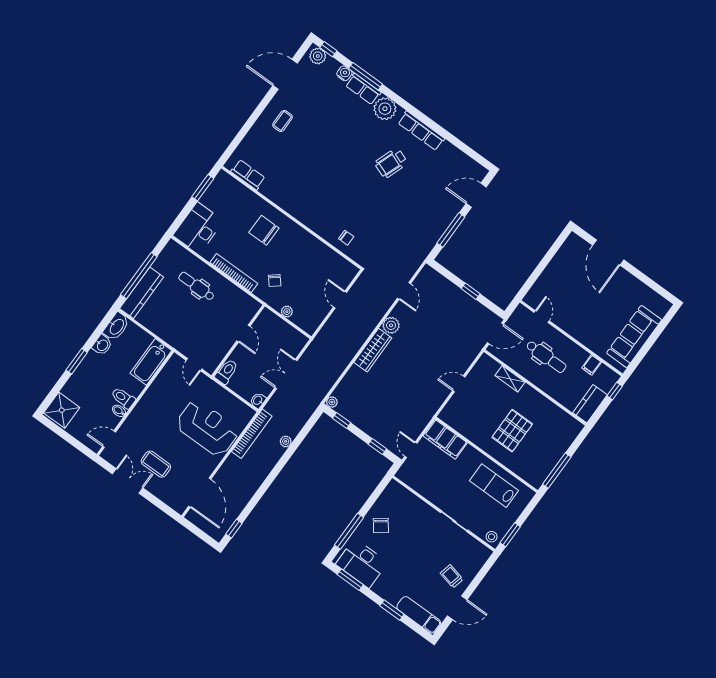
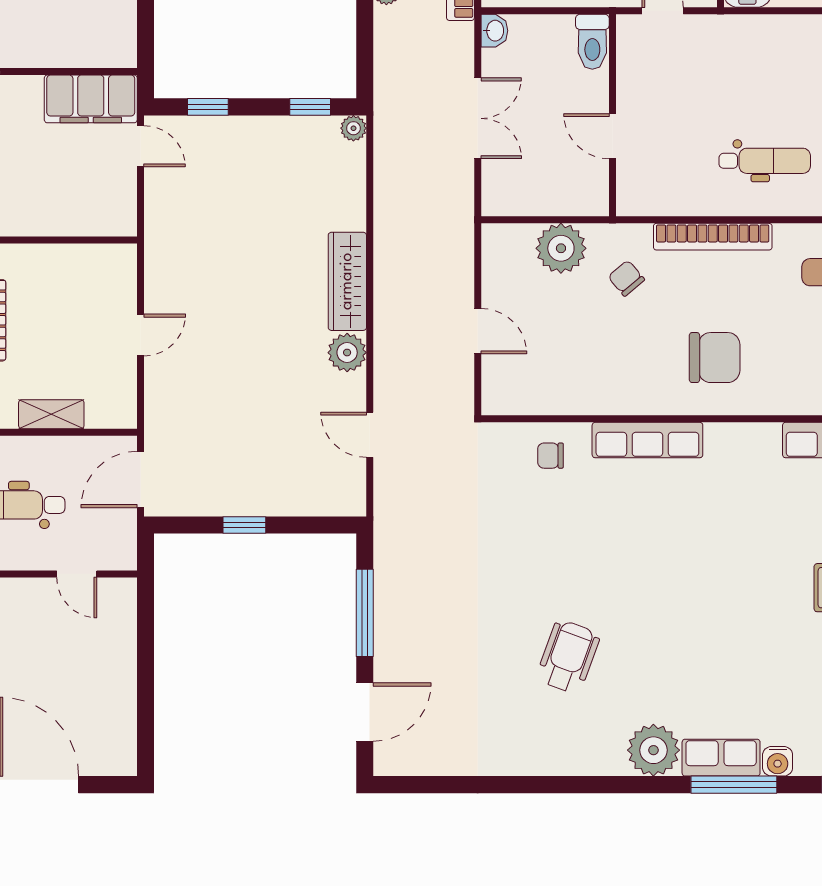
row of seats: (421, 131) -> (647, 440), moved, turned 180
plant: (287, 312) -> (561, 248), width x1.88, depth x1.88
filing cabinet: (445, 439) -> (91, 99), moved, turned 180

